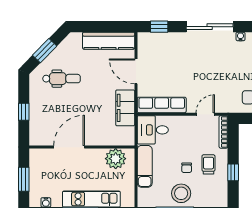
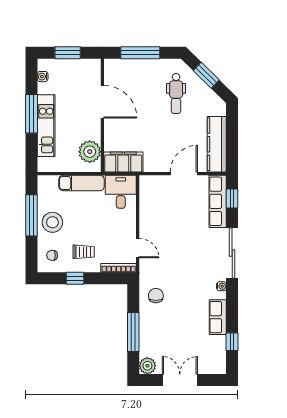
row of seats: (162, 105) -> (218, 201), moved, turned 180
filing cabinet: (125, 108) -> (123, 162), moved
window: (24, 112) -> (140, 53), width x2.17
chair: (187, 168) -> (52, 255), moved

